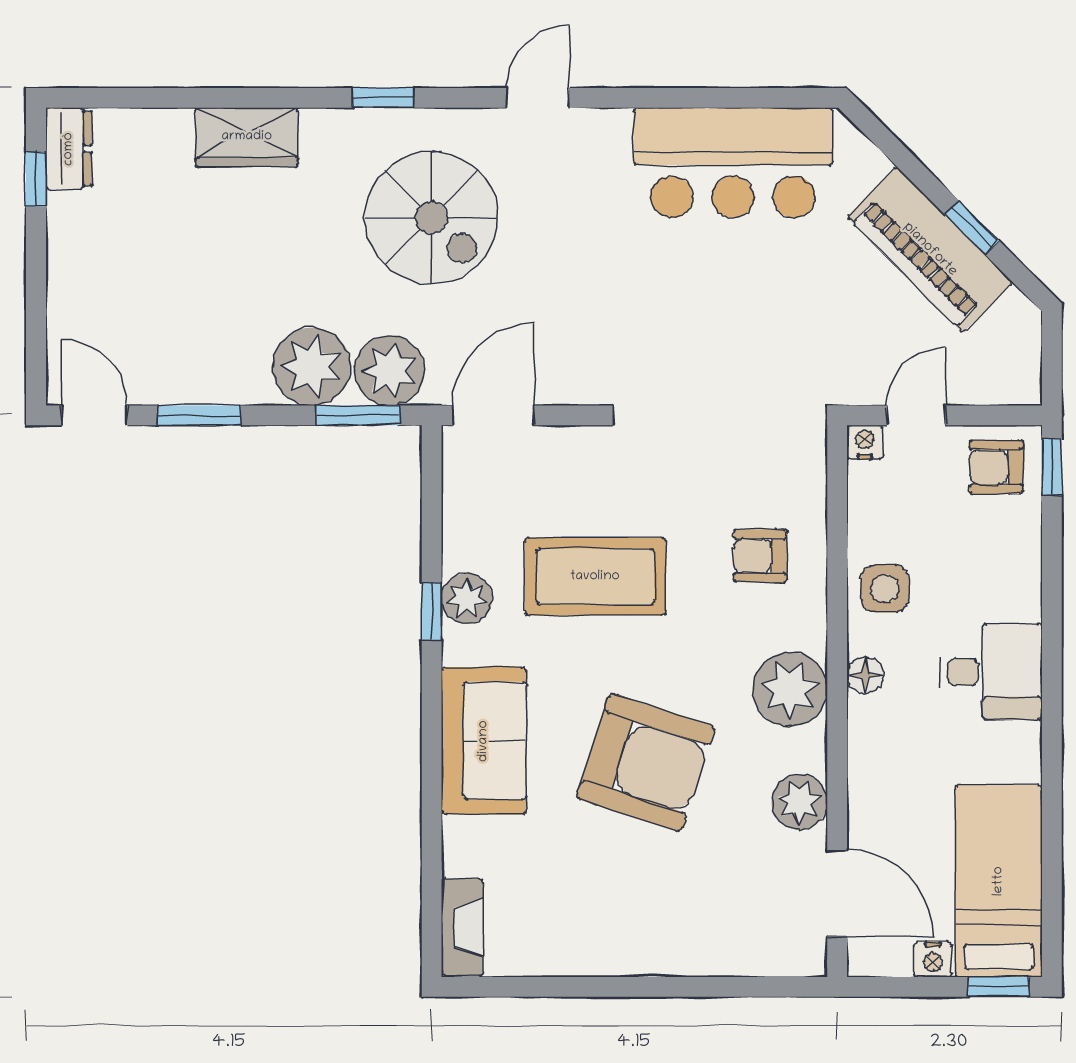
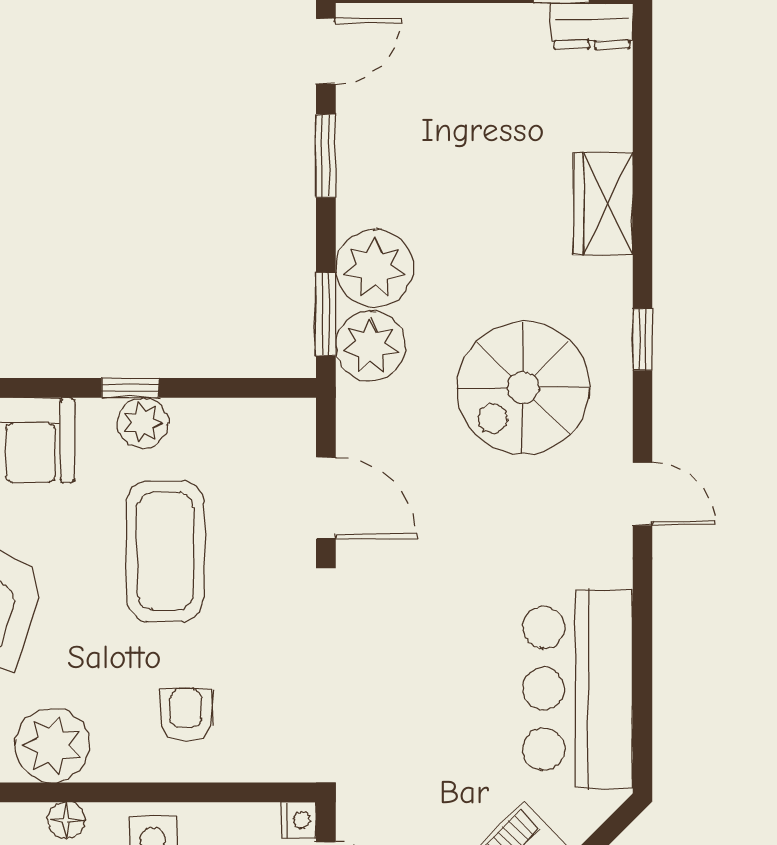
door: (493, 415) -> (326, 498), moved

